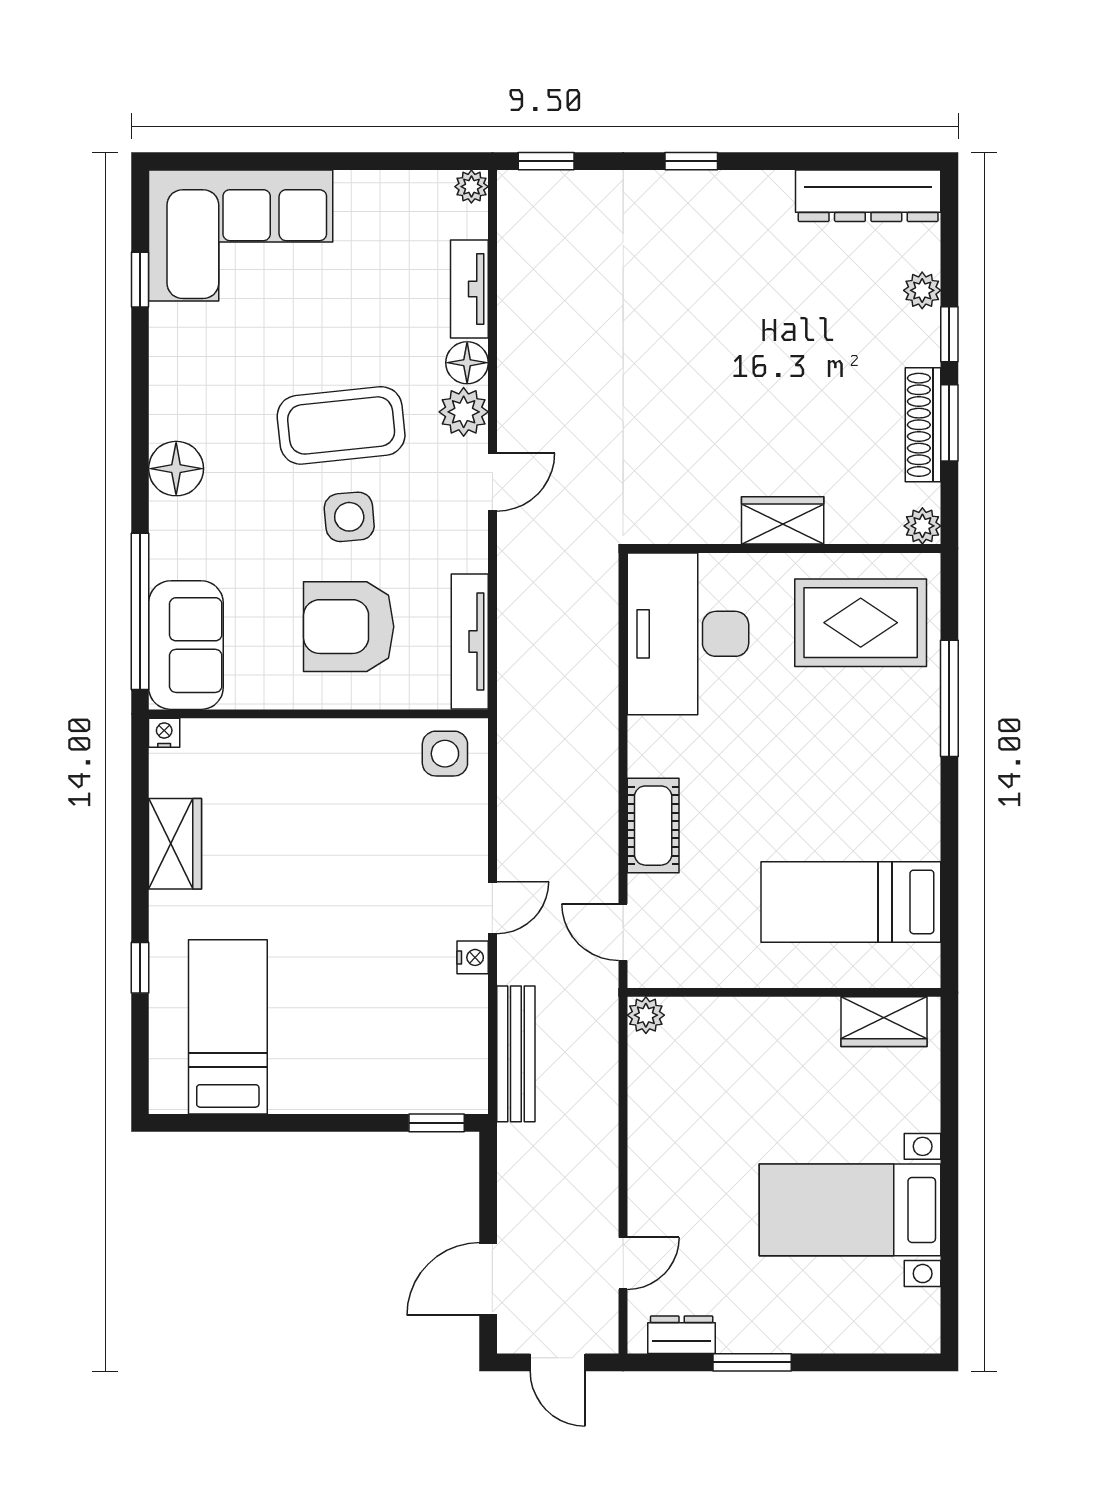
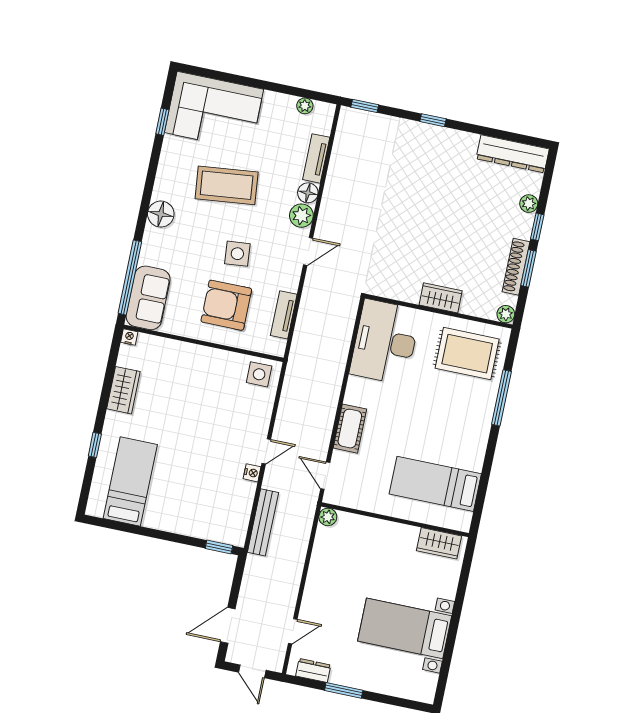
plant: (471, 187) -> (305, 106), moved
coffee table: (341, 425) -> (227, 185), moved
tv unit: (470, 642) -> (284, 315), width x0.71

